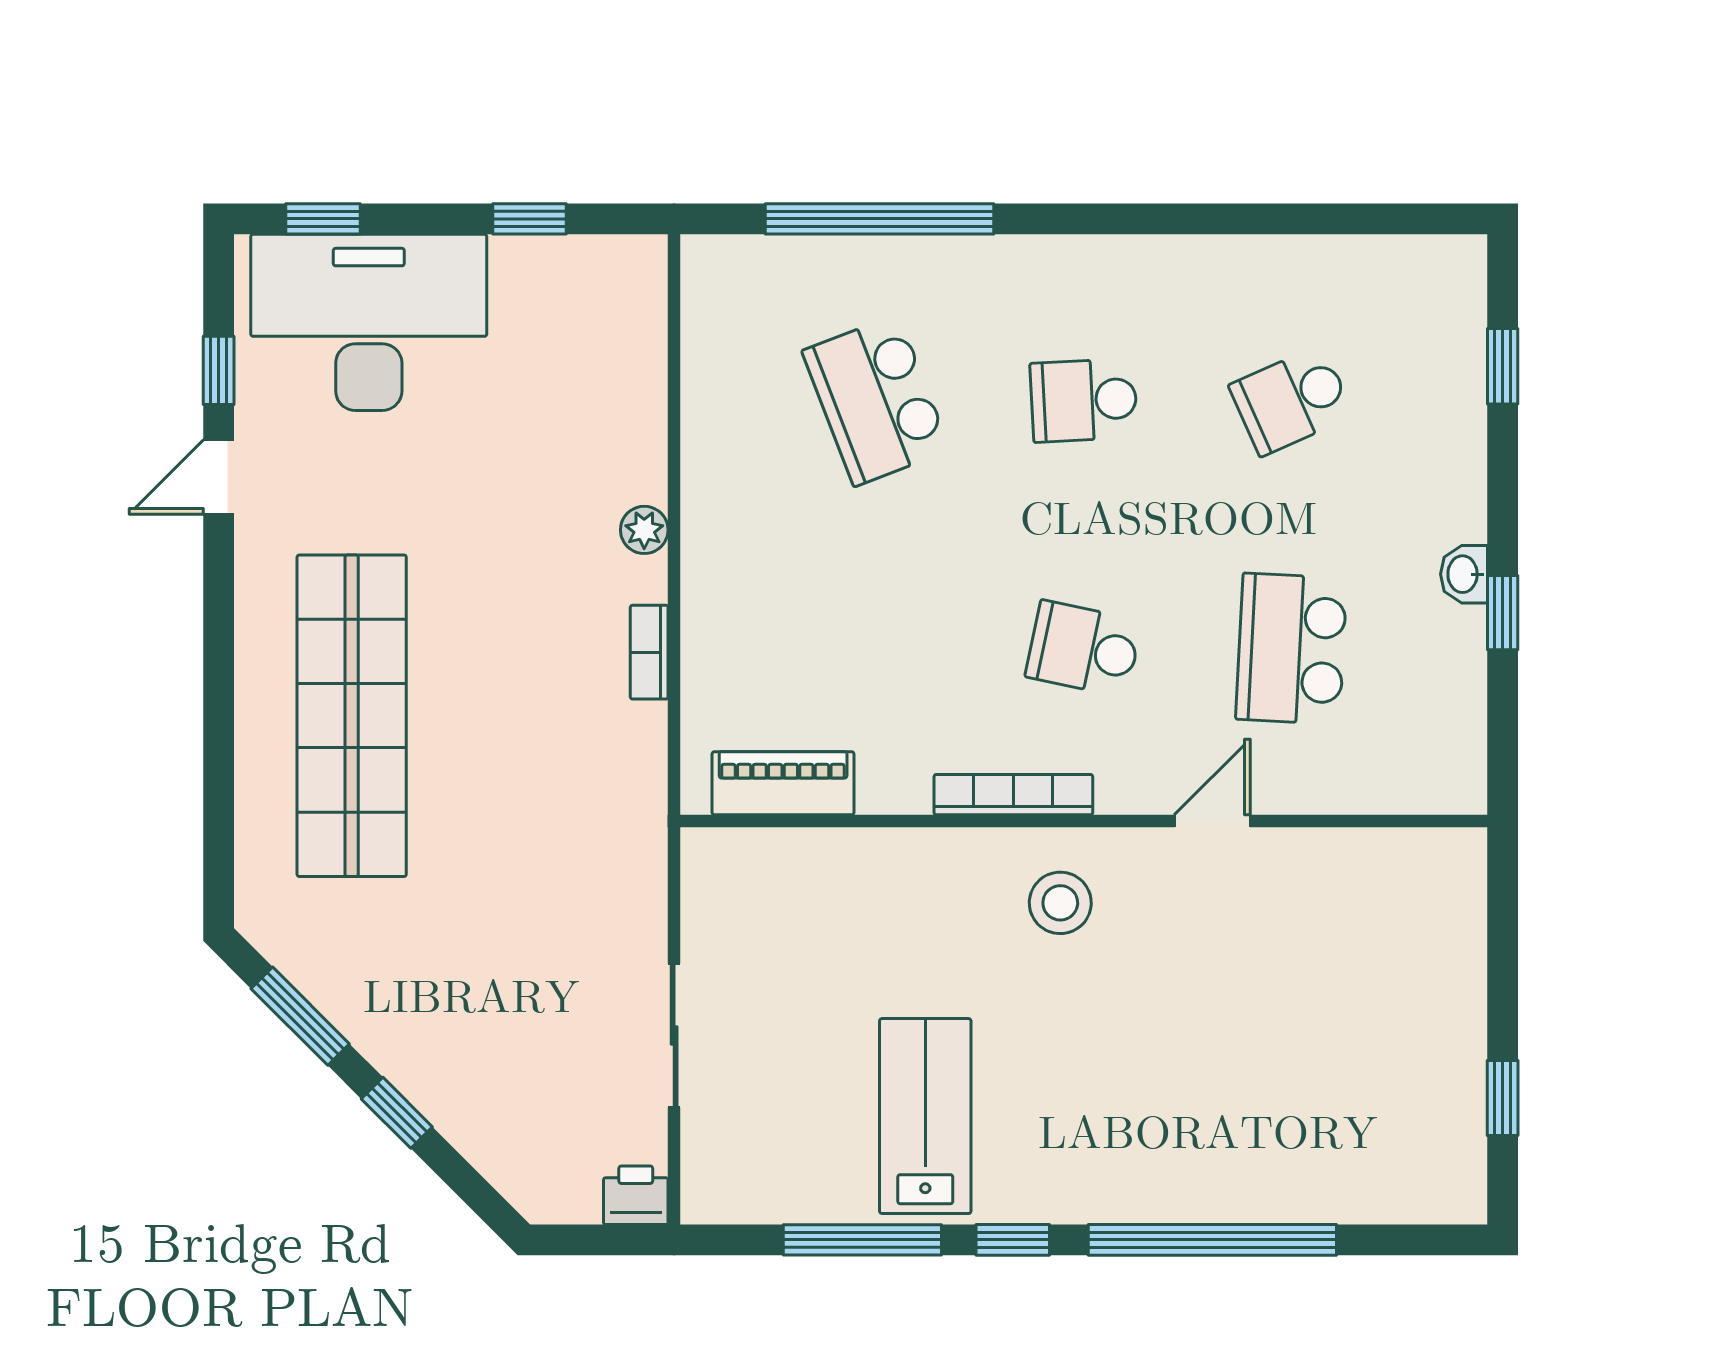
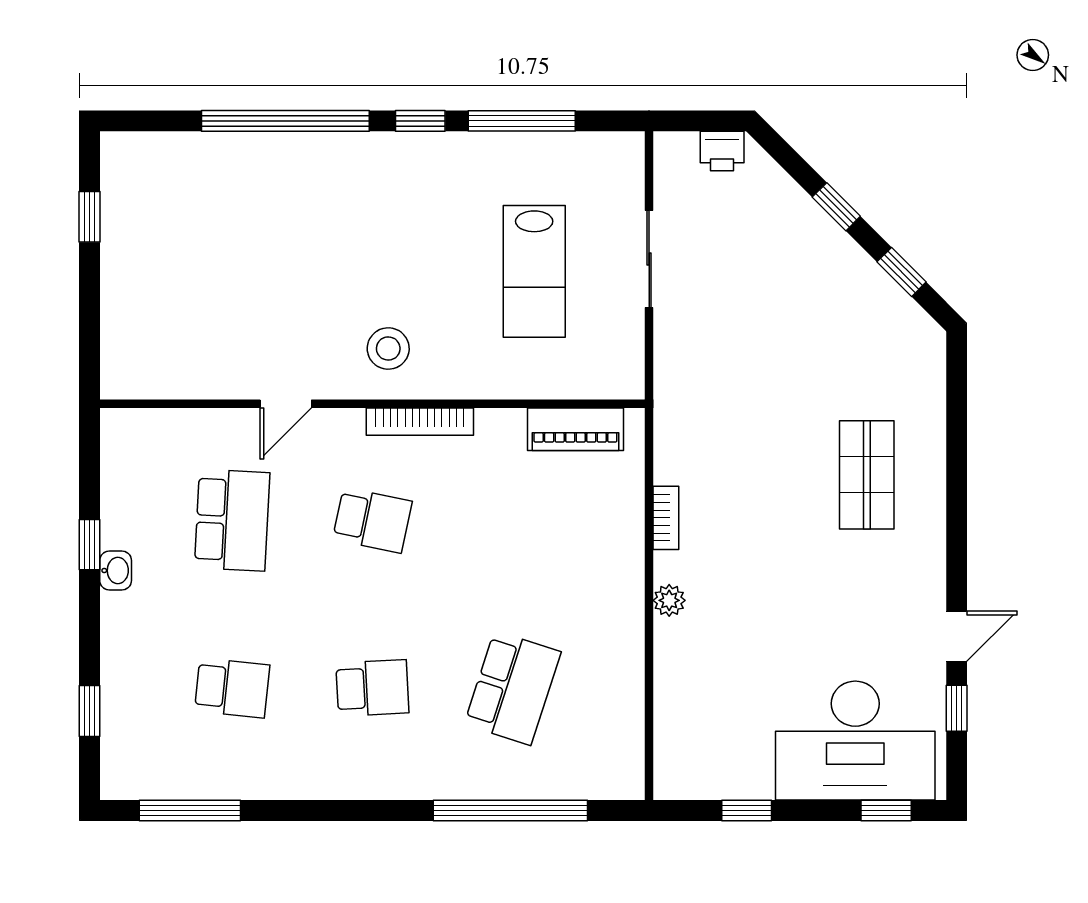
window: (1354, 219) -> (190, 811), added
school desk: (876, 400) -> (513, 688), turned 39
school desk: (1291, 400) -> (232, 688), turned 30
shop shelf: (352, 716) -> (867, 475), width x0.50, depth x0.74
window: (300, 1016) -> (902, 272), width x0.67
lab bench: (925, 1116) -> (534, 271), moved
printer: (636, 1195) -> (722, 151), moved

